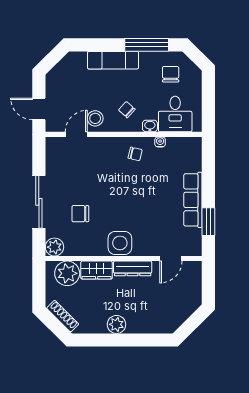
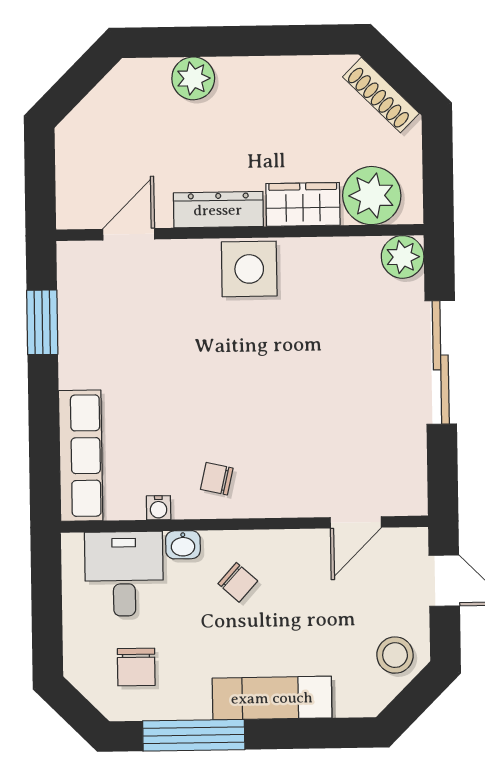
stool: (95, 118) -> (395, 655), moved
row of seats: (193, 200) -> (81, 456), moved
chair: (80, 214) -> (343, 336), removed
plant: (116, 324) -> (193, 78), moved

